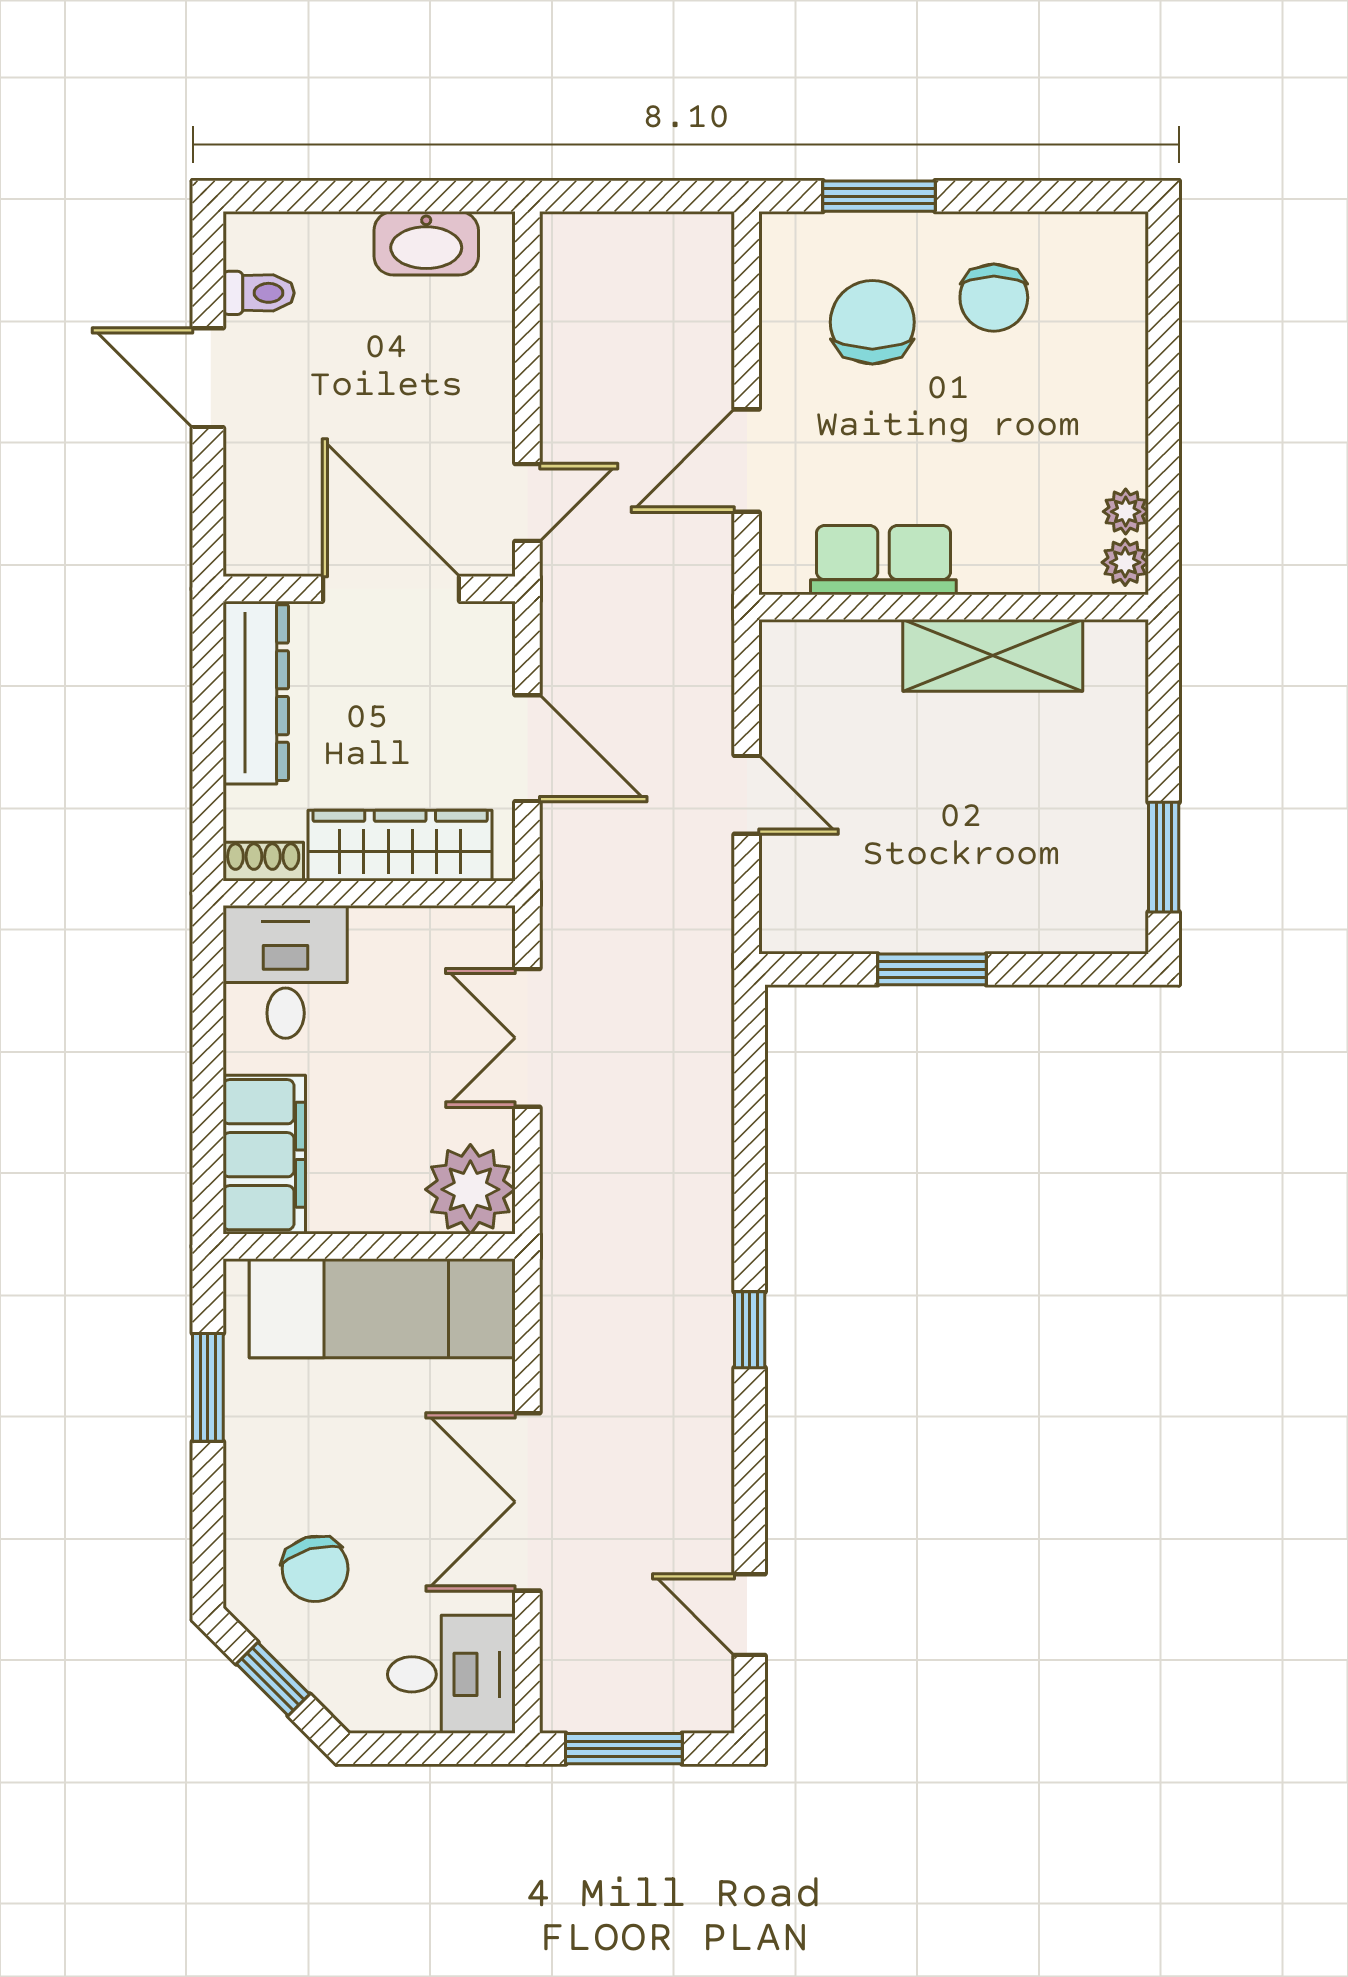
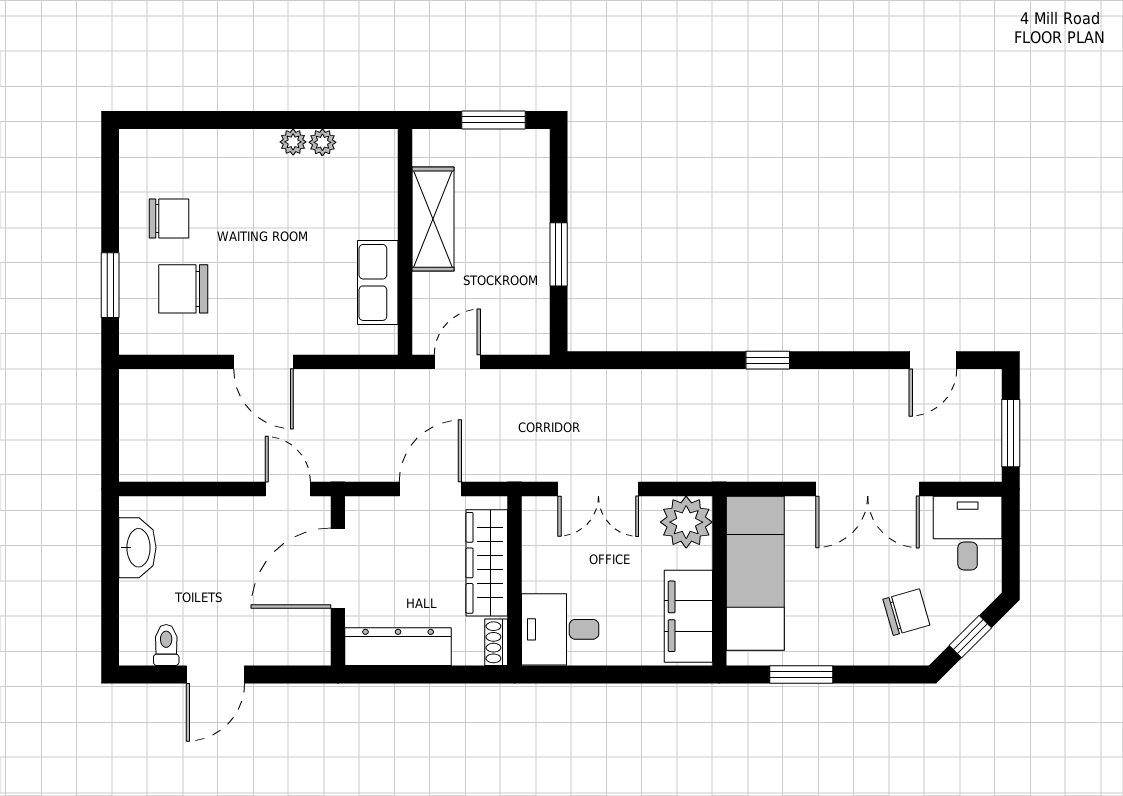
row of seats: (883, 560) -> (378, 282), moved
wall: (954, 607) -> (405, 242), moved
shelving: (993, 655) -> (433, 219), moved
filing cabinet: (264, 1155) -> (688, 616), moved, turned -90

